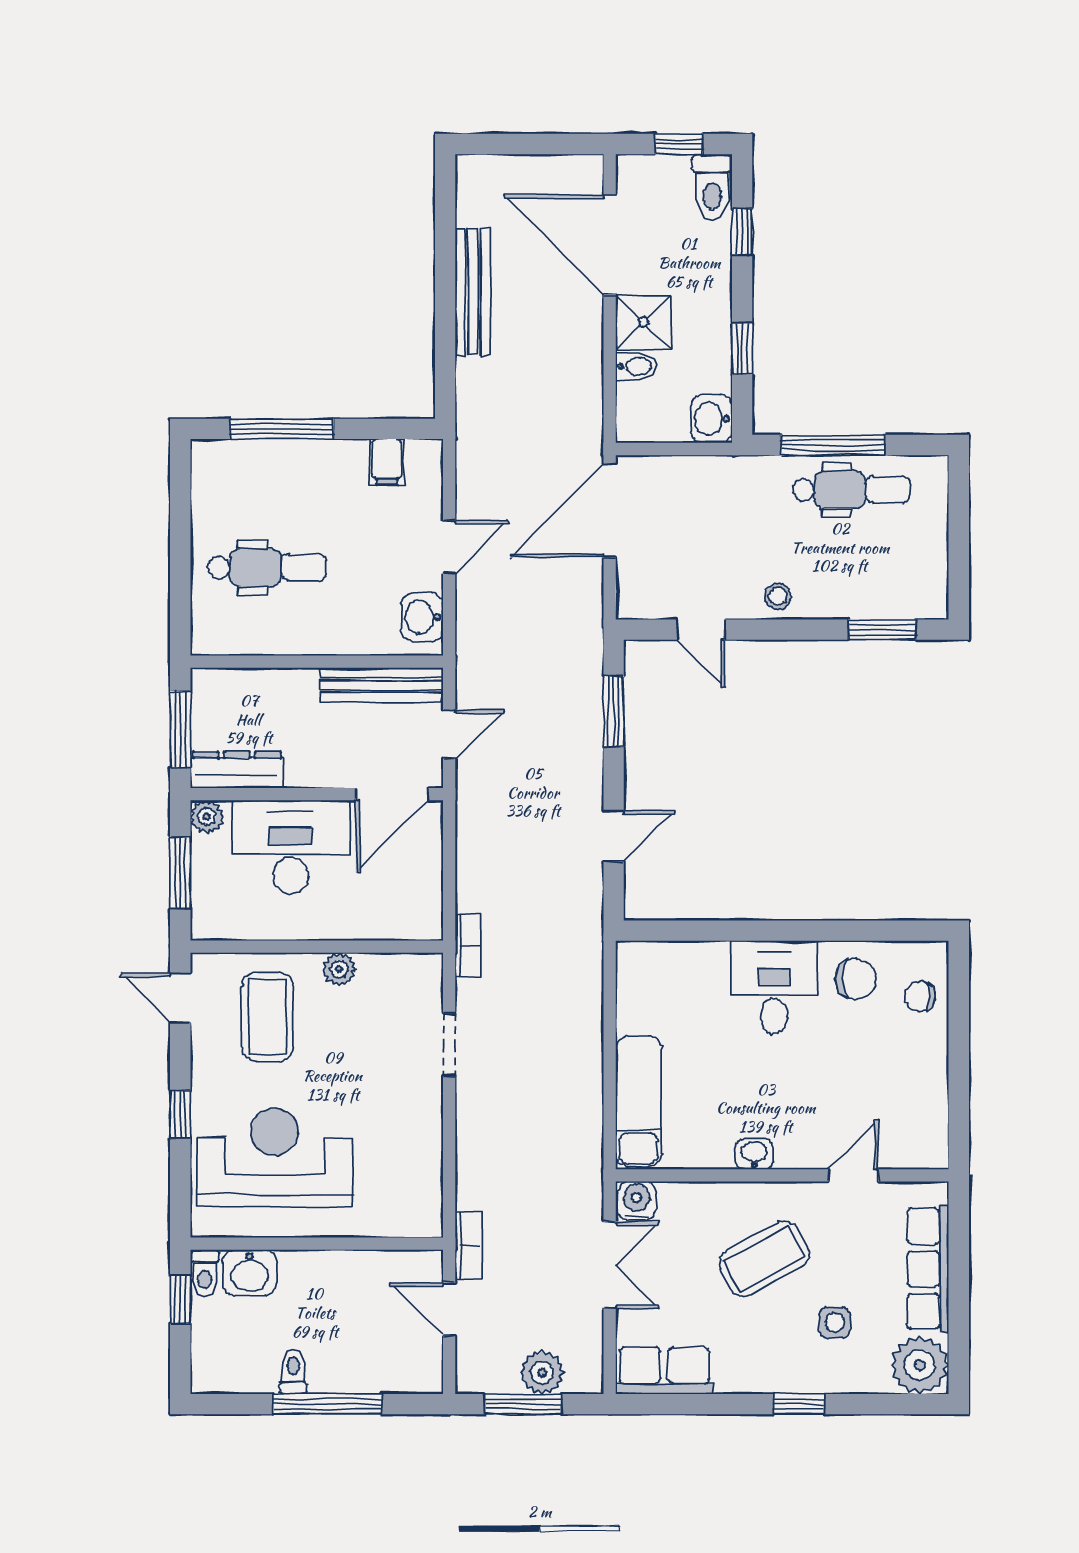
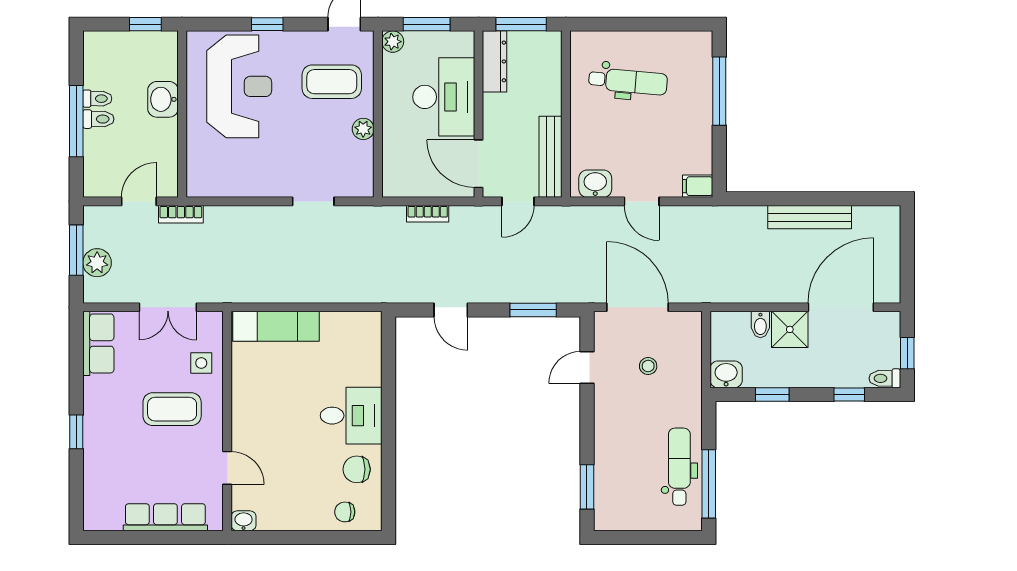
toilet: (712, 187) -> (885, 378), width x0.73, depth x0.72
window: (833, 445) -> (709, 484), moved
filing cabinet: (387, 462) -> (698, 186), moved
dental chair: (851, 490) -> (679, 467), turned 180
door: (610, 511) -> (637, 307), moved
dental chair: (267, 567) -> (628, 81), turned -85
stool: (778, 596) -> (648, 366), moved
door: (449, 734) -> (518, 201), hinge flipped
plant: (207, 817) -> (393, 42), moved
bookcase: (468, 946) -> (428, 214), moved
chair: (855, 979) -> (357, 469), turned 90
chair: (920, 997) -> (345, 512), turned -91
washbasin: (754, 1154) -> (244, 521), moved, turned -90
water cooler: (637, 1201) -> (210, 325), removed
coffee table: (764, 1259) -> (172, 409), turned -61
toilet: (205, 1273) -> (98, 119), moved, turned 180
washbasin: (249, 1273) -> (163, 99), moved
side table: (835, 1323) -> (201, 363), moved
plant: (920, 1365) -> (102, 512), removed

